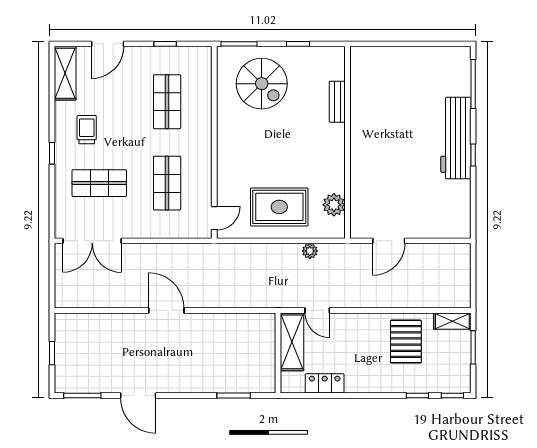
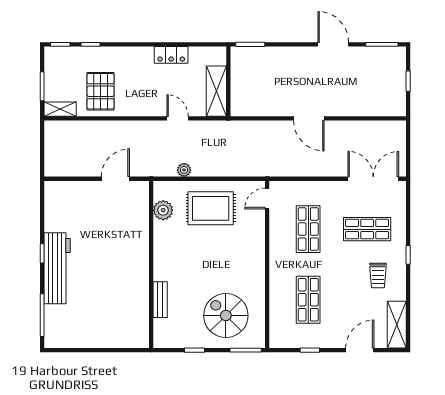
shelving: (292, 342) -> (216, 91), moved
wall: (278, 353) -> (228, 81), moved

